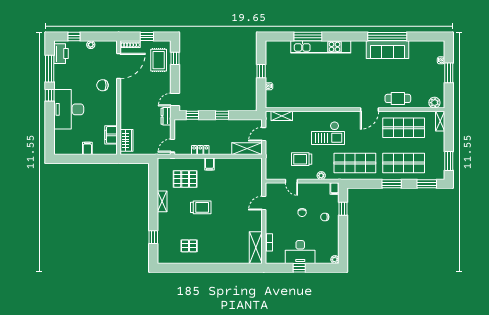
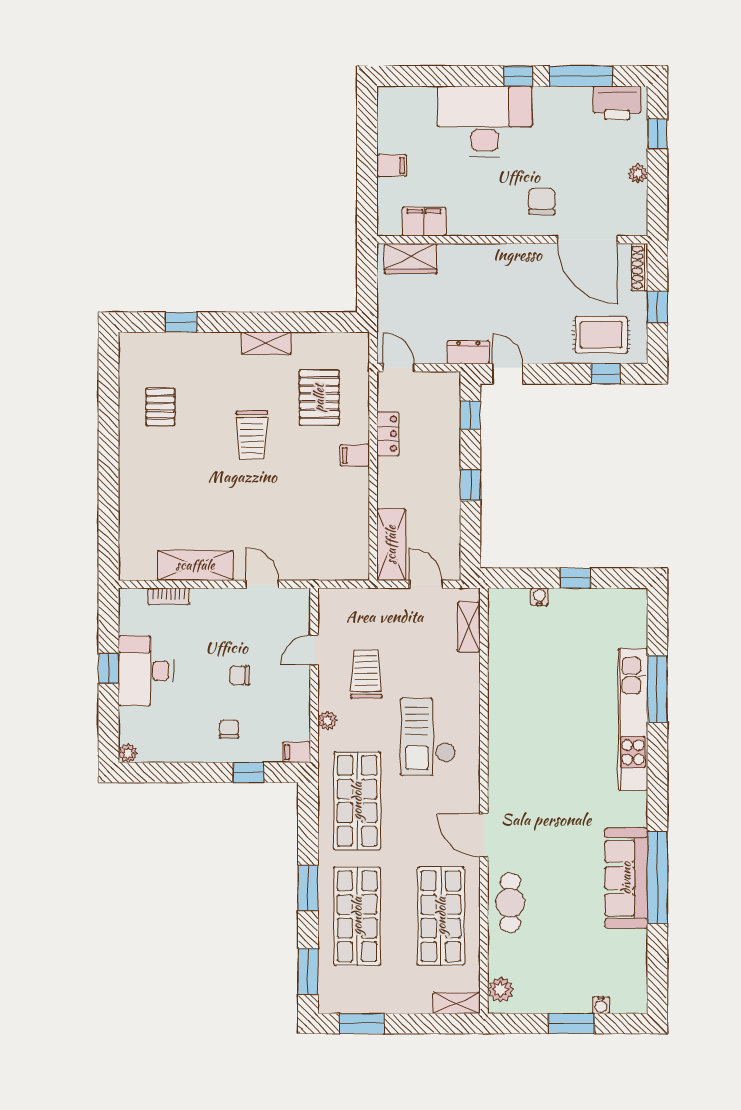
shelving: (256, 248) -> (195, 565), moved

